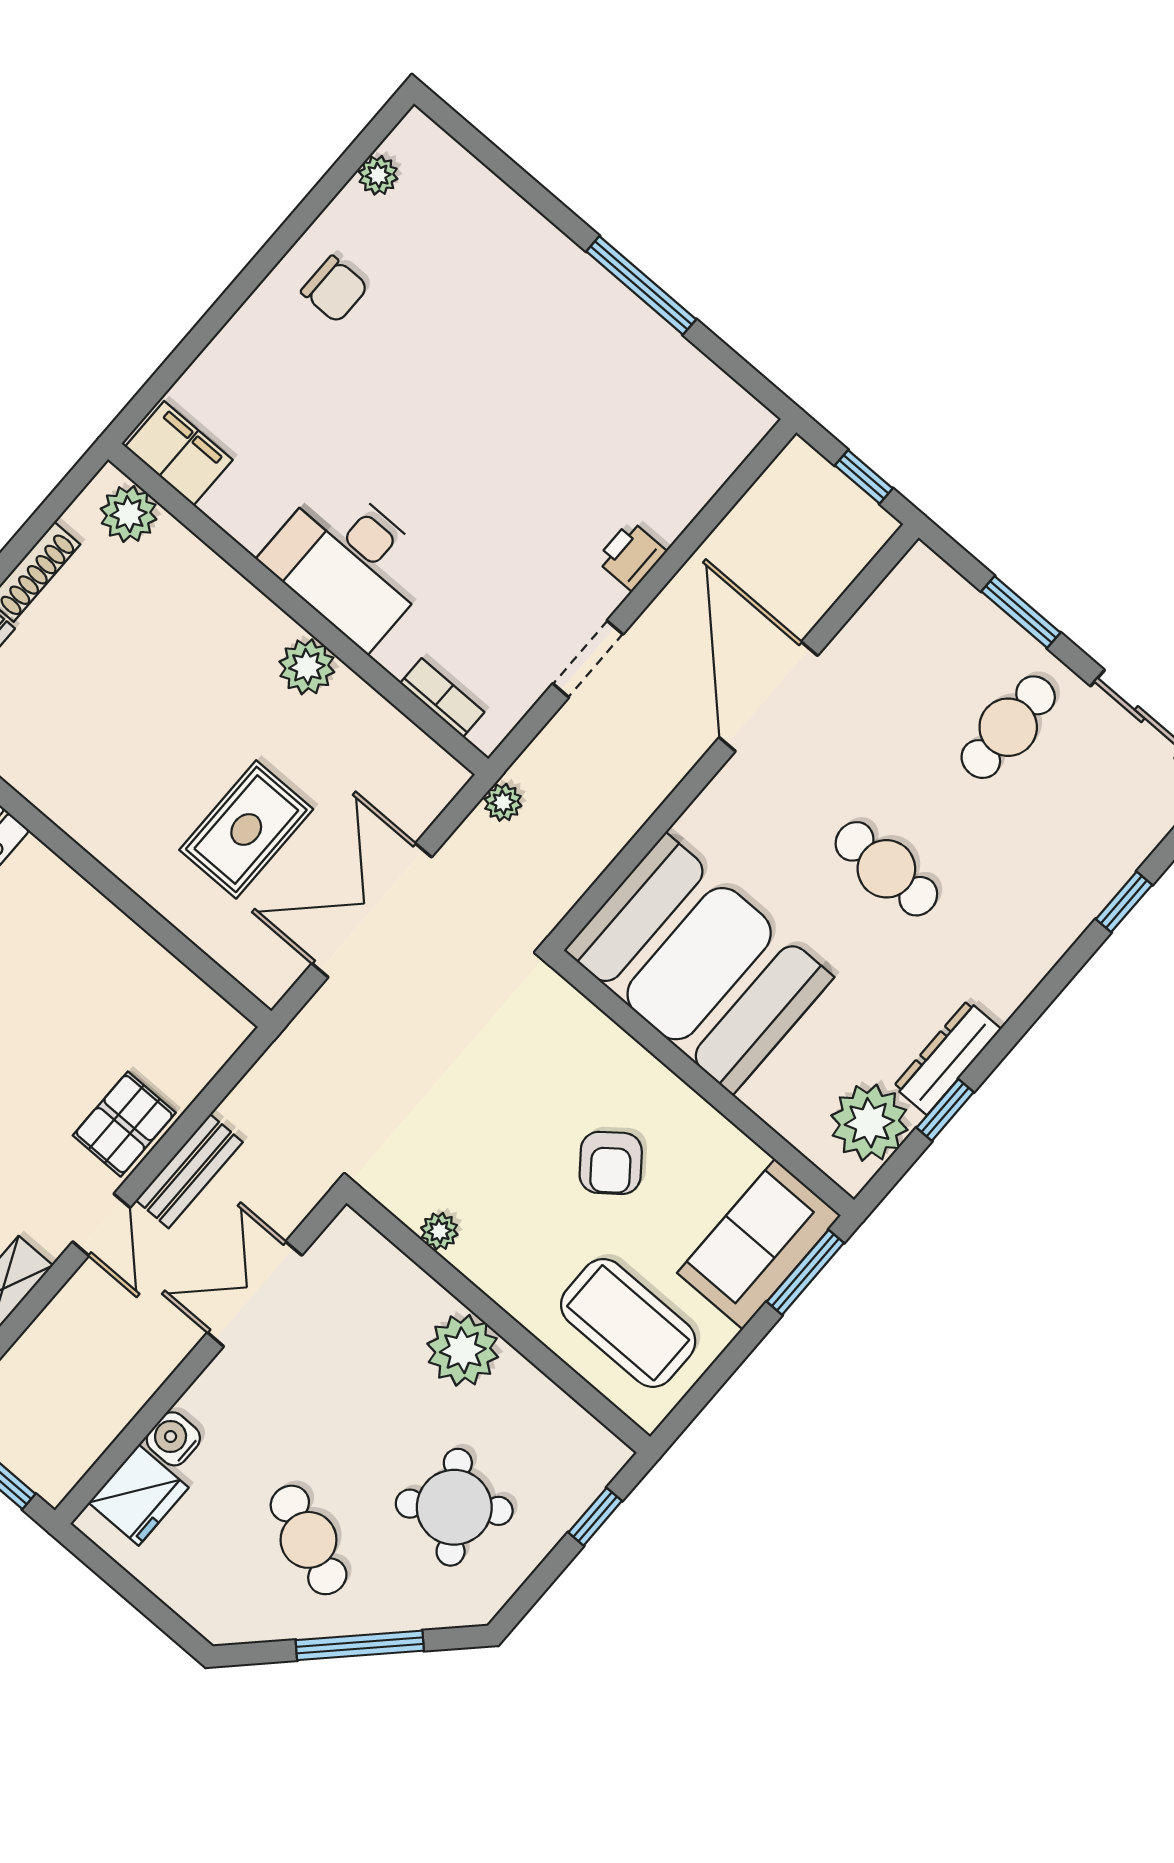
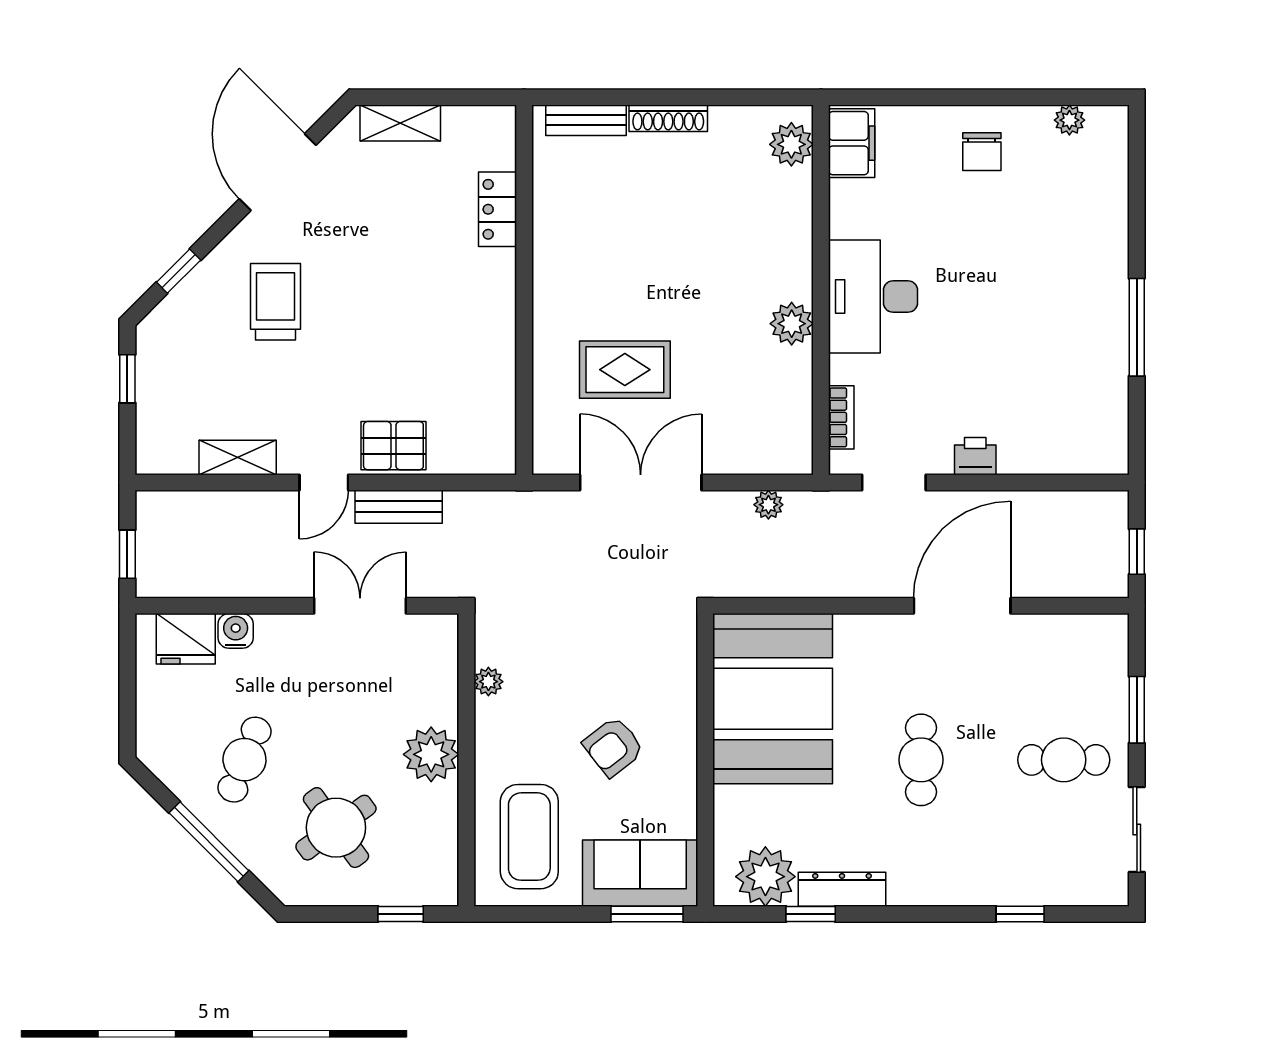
filing cabinet: (179, 453) -> (852, 143), moved
plant: (129, 514) -> (791, 144), moved
desk: (349, 563) -> (873, 297), moved
wall: (298, 609) -> (821, 290), moved
plant: (307, 667) -> (792, 324), moved
bookcase: (442, 698) -> (841, 417), moved

